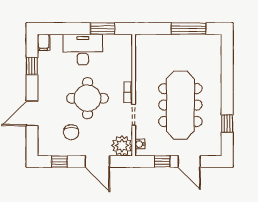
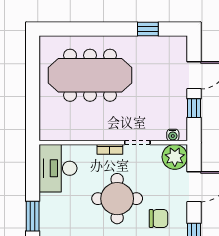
window: (103, 29) -> (33, 216), moved
window: (189, 29) -> (33, 76), removed
desk: (83, 50) -> (58, 168), moved
meeting table: (180, 105) -> (90, 75), moved

